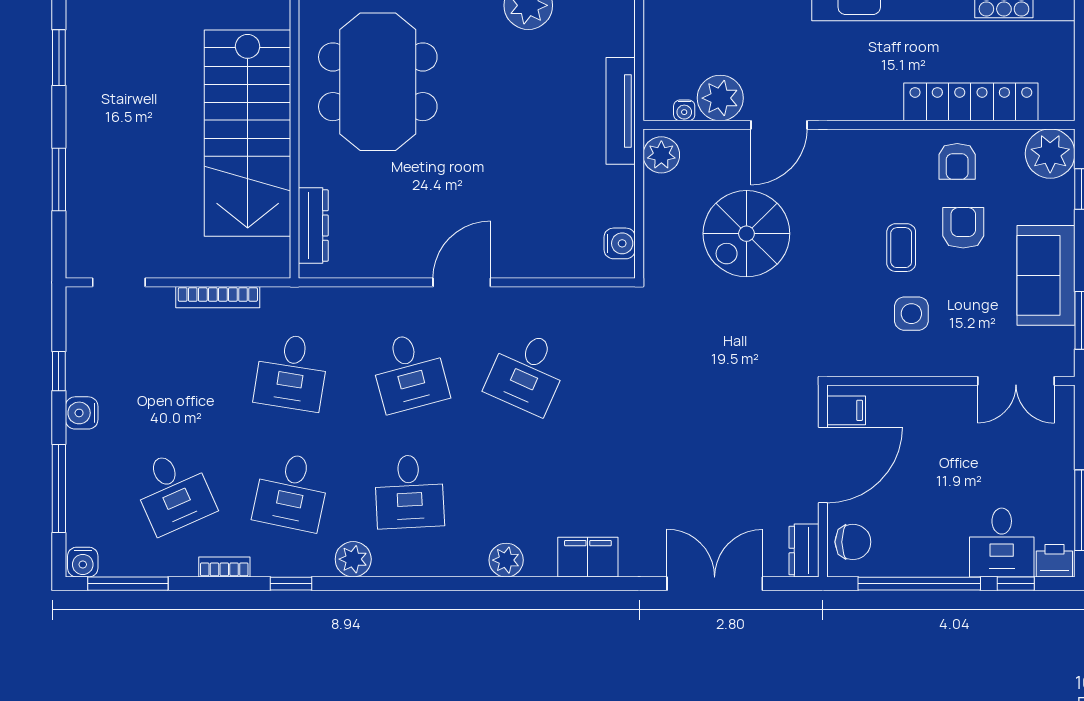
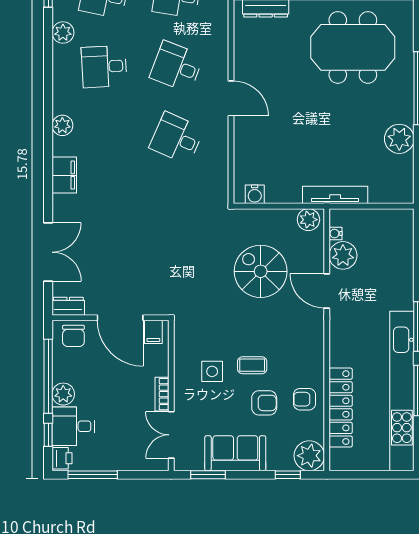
desk: (409, 372) -> (177, 67), turned 36
bookcase: (949, 396) -> (162, 394), added
plant: (949, 559) -> (63, 394), added

